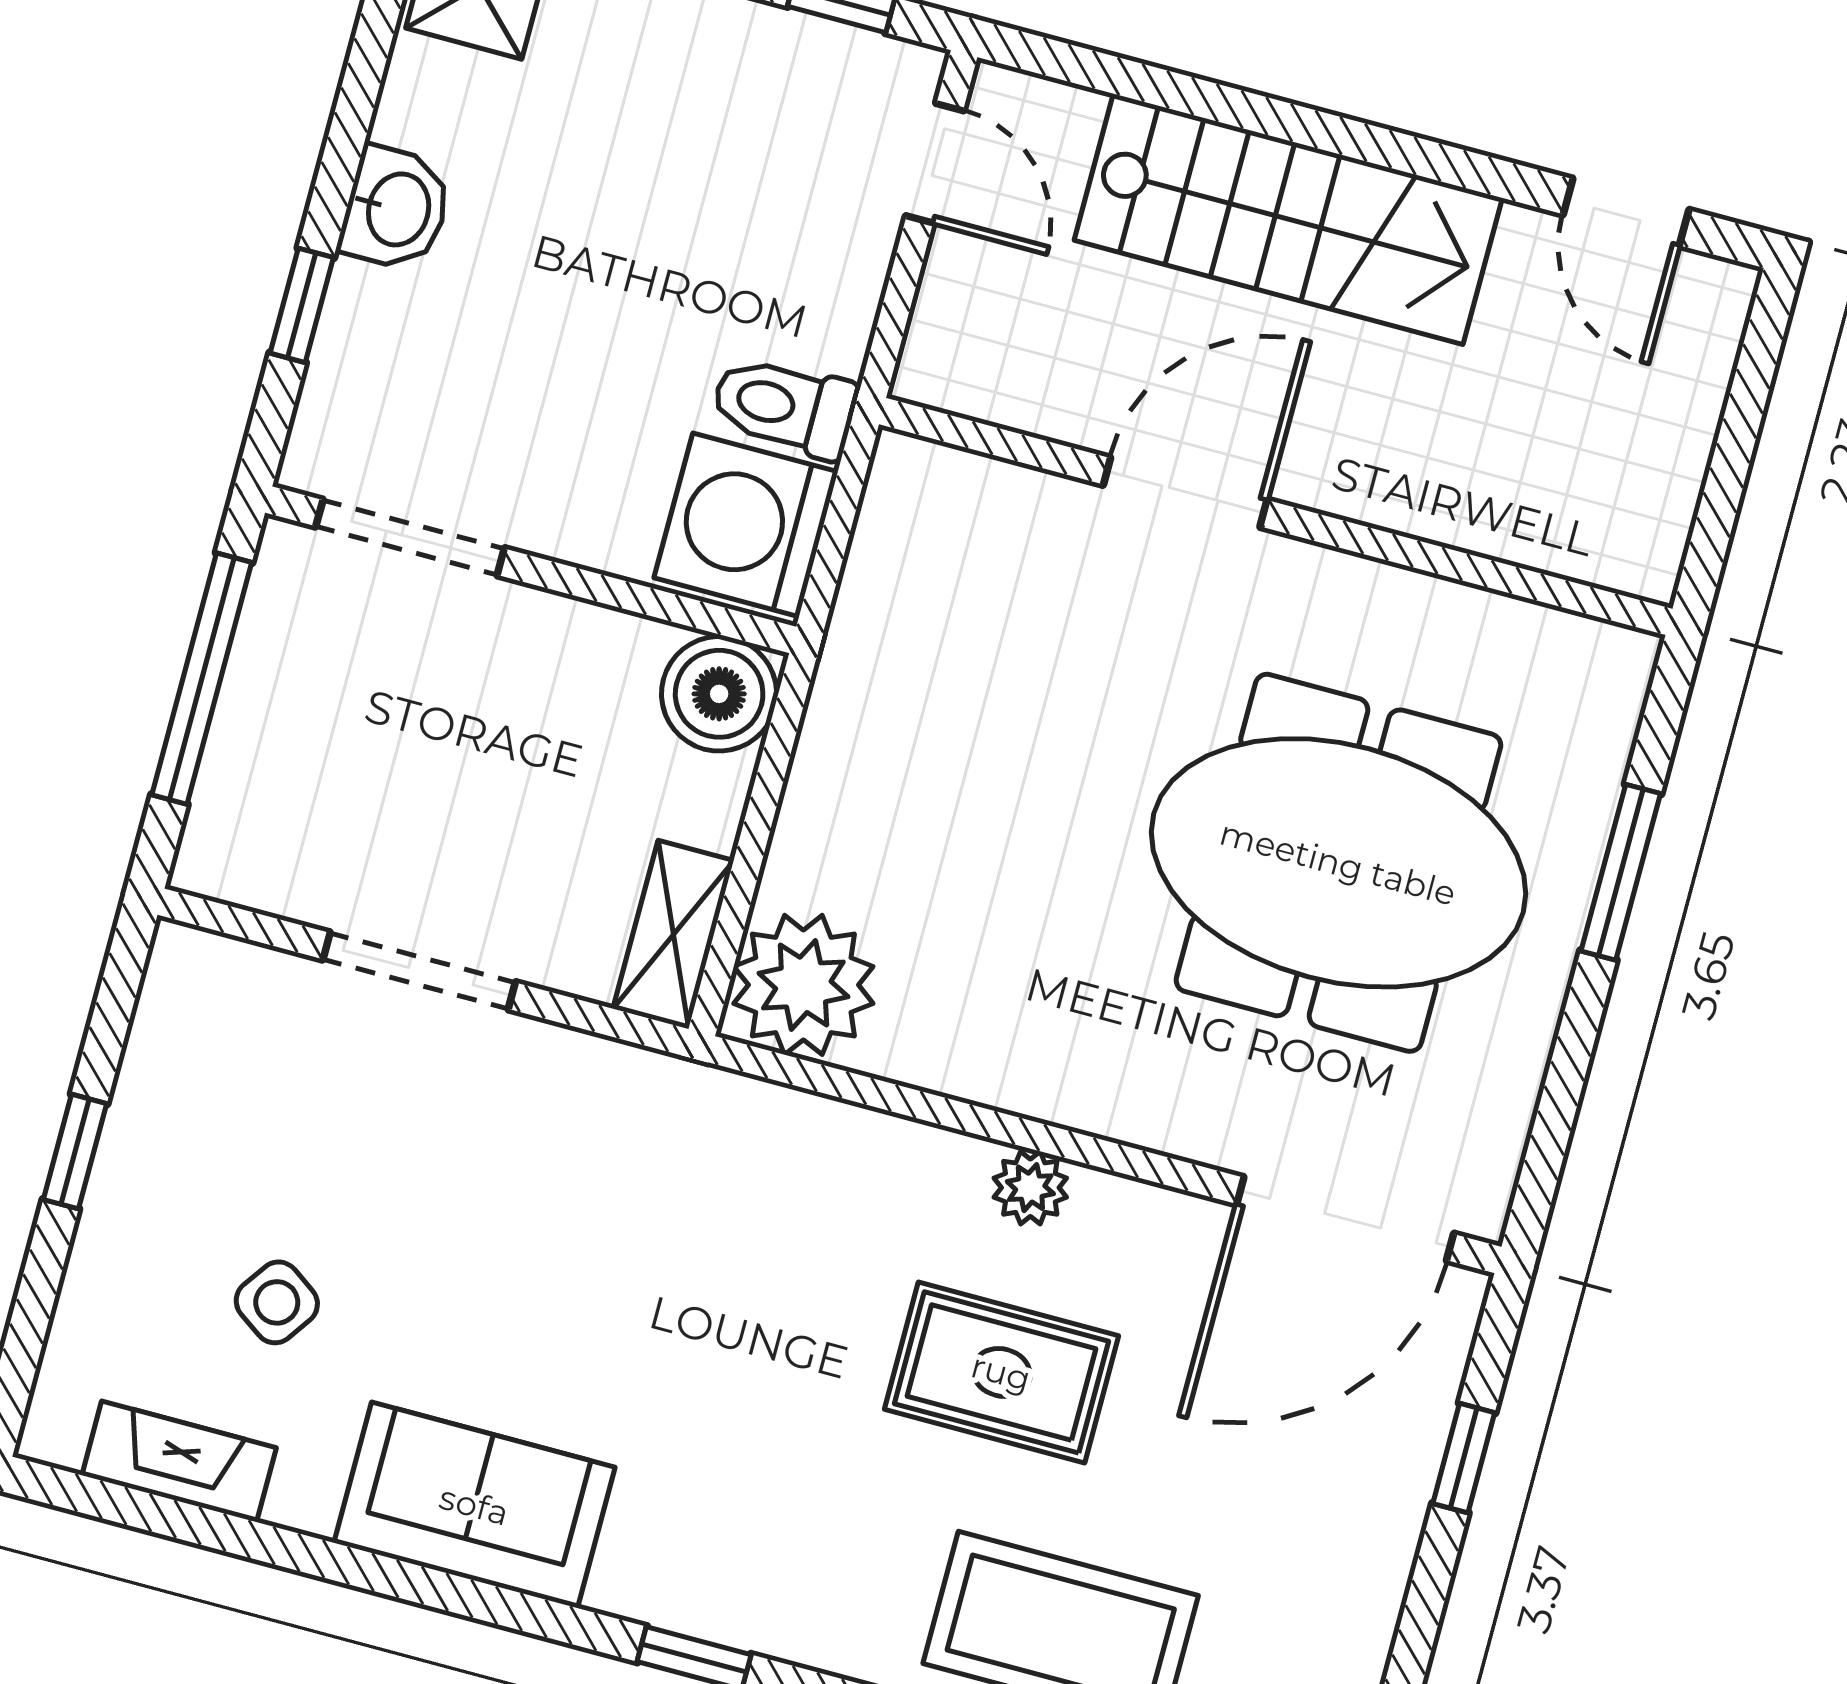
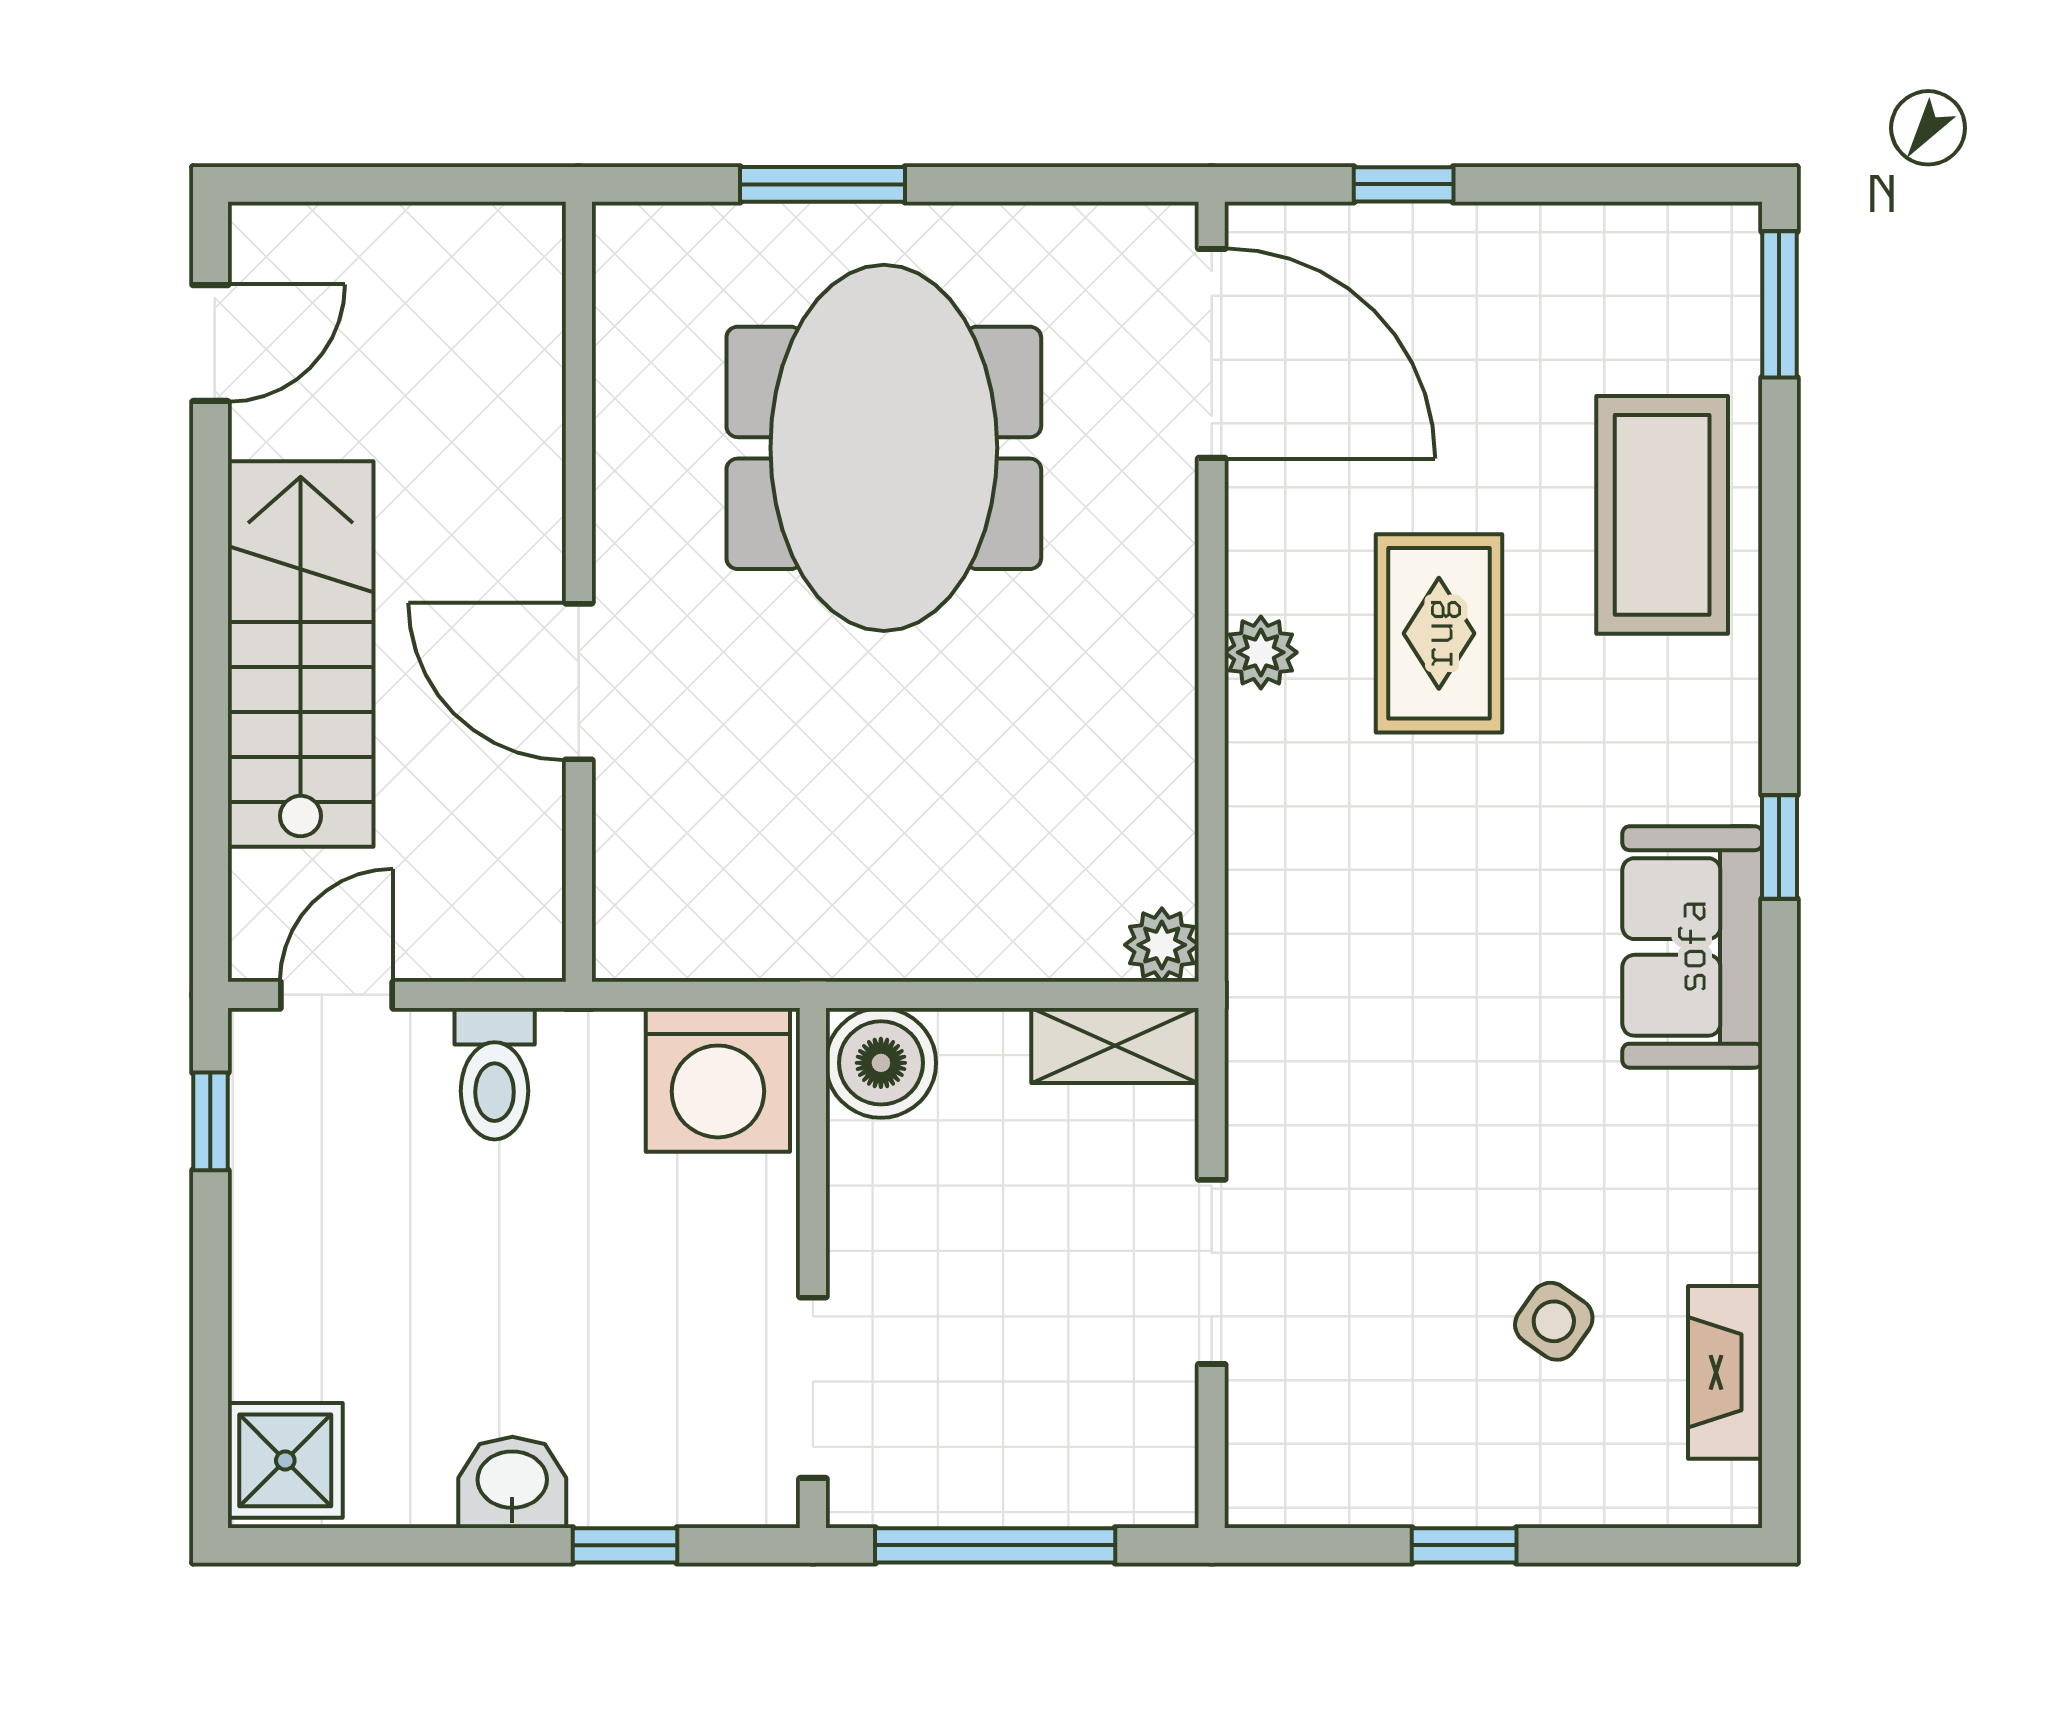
toilet: (784, 407) -> (495, 1074), moved
plant: (803, 985) -> (1162, 945), width x0.53, depth x0.53
sofa: (474, 1505) -> (1692, 947), moved

